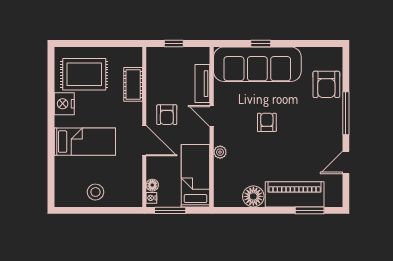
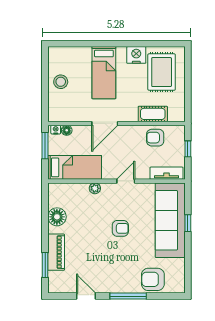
tv unit: (202, 84) -> (166, 173), moved
armchair: (167, 115) -> (155, 138), moved
piano: (295, 194) -> (56, 252), width x0.73, depth x0.75

